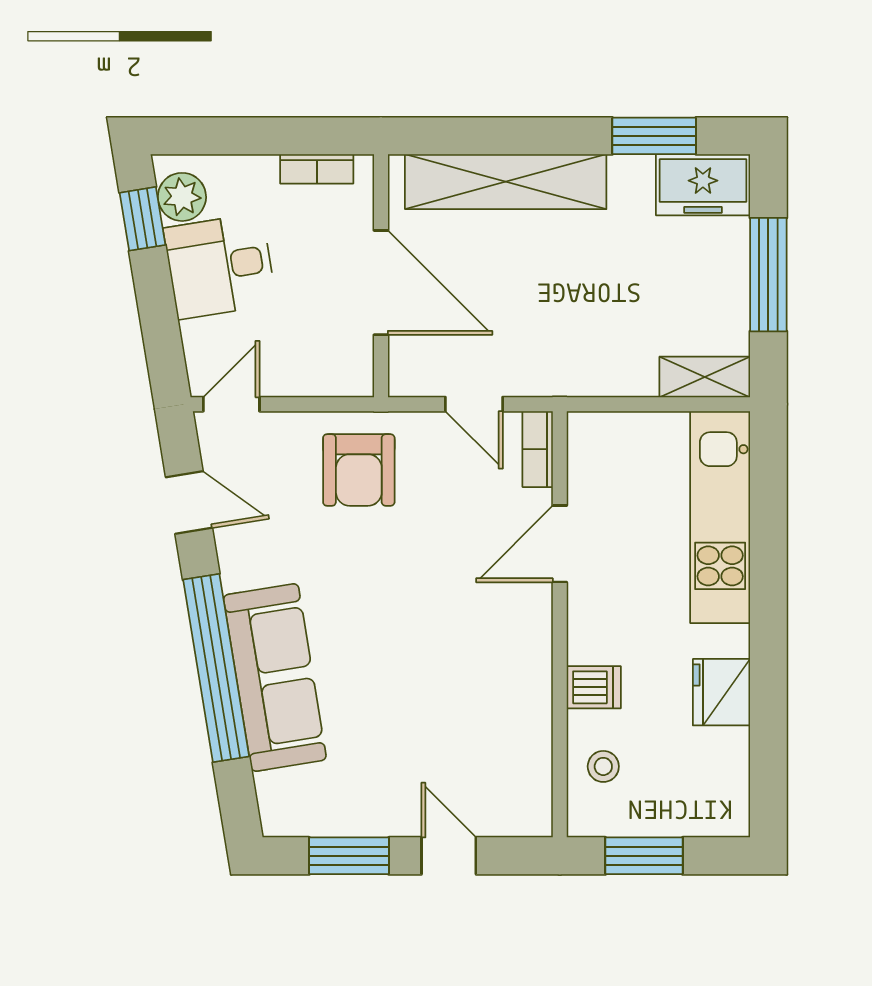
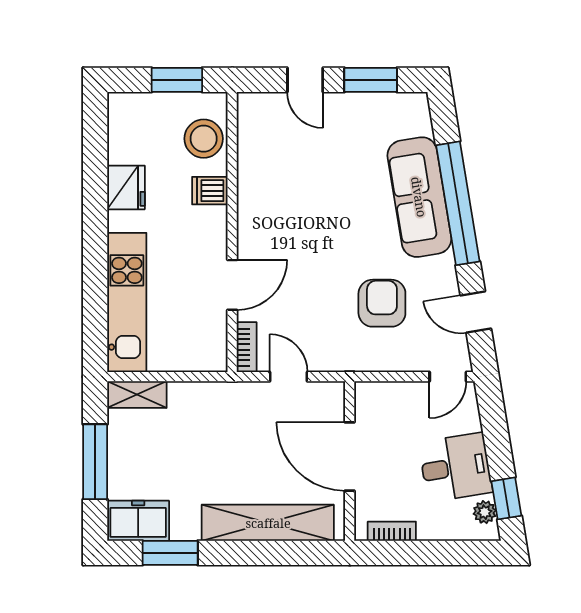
plant: (182, 197) -> (485, 512), width x0.73, depth x0.73
armchair: (359, 470) -> (382, 303), moved
stool: (603, 766) -> (204, 139), width x1.89, depth x1.89

